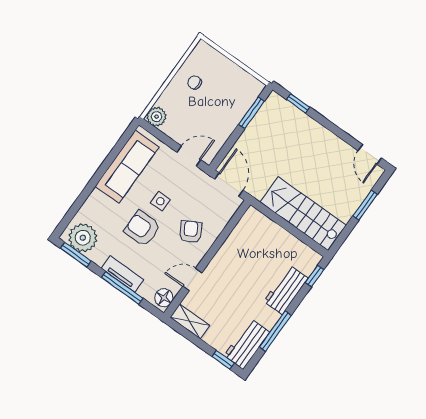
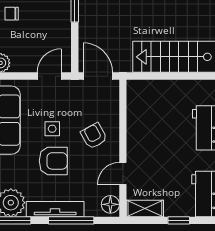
armchair: (142, 228) -> (53, 161), turned 180
tv unit: (122, 274) -> (55, 209), width x1.41
window: (223, 360) -> (179, 220), moved

